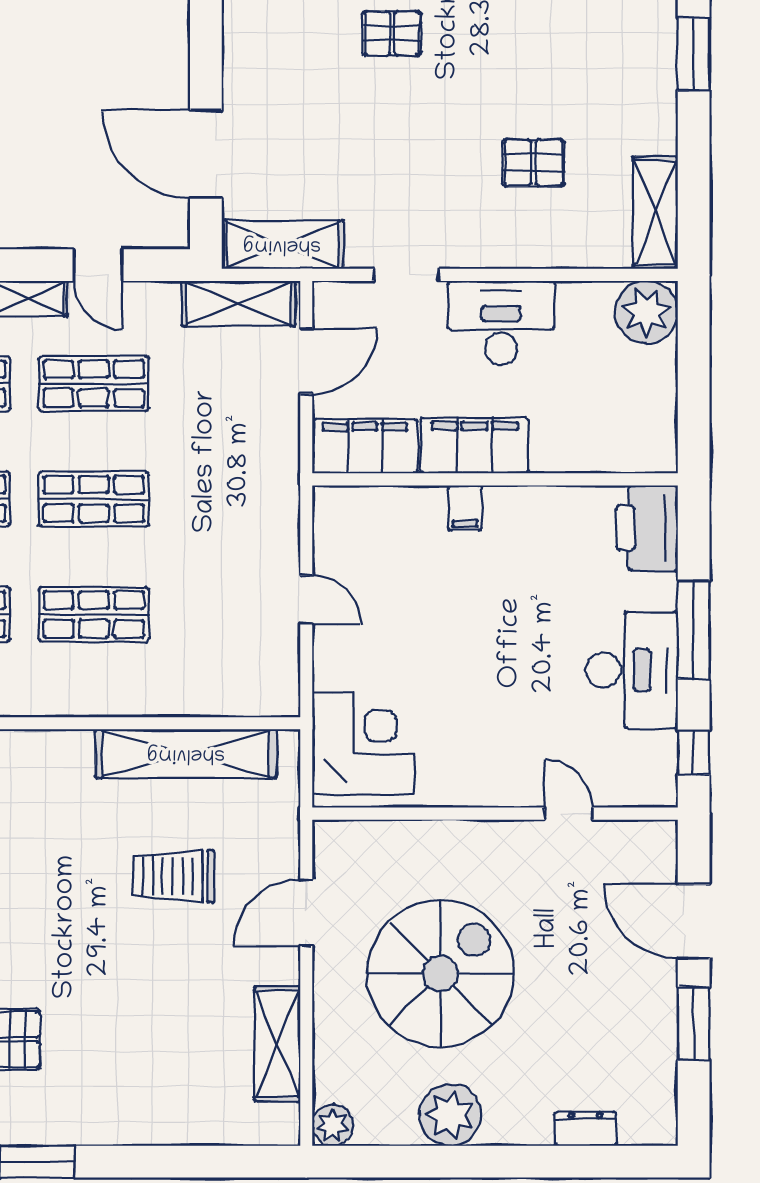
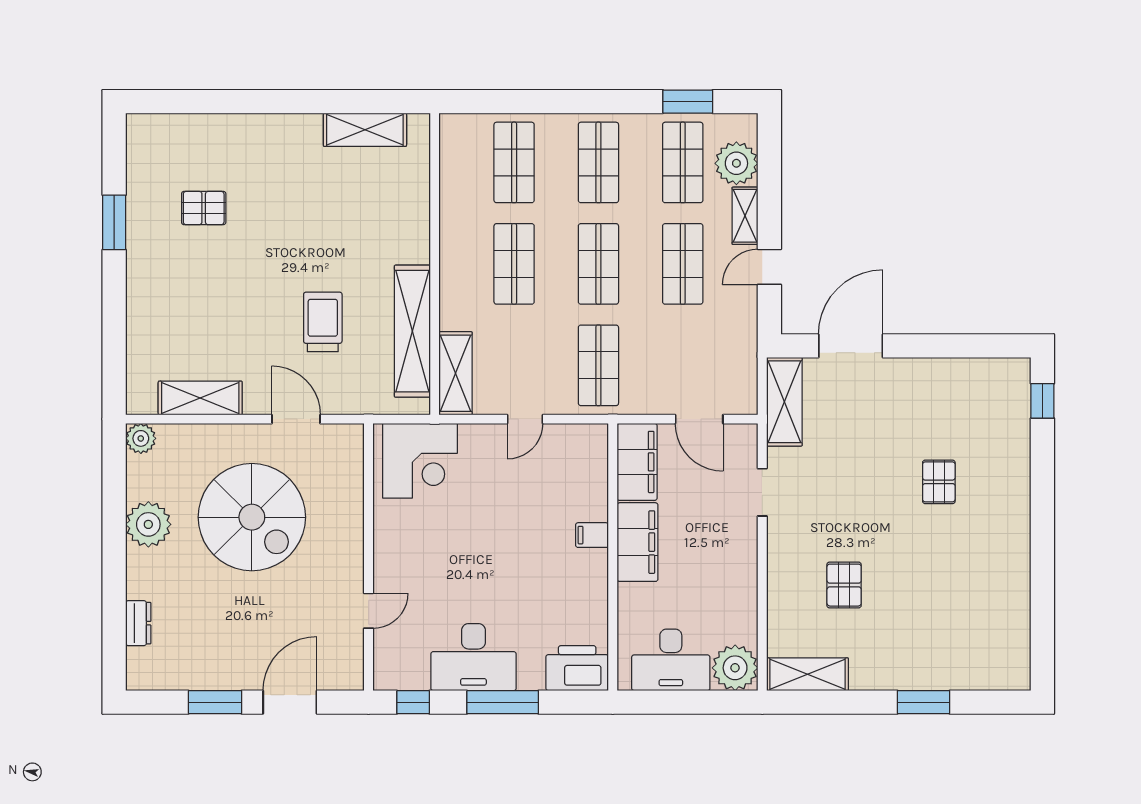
shelving: (238, 303) -> (456, 373), moved
desk: (501, 323) -> (671, 660), moved, turned 90
shop shelf: (233, 499) -> (598, 365), added

